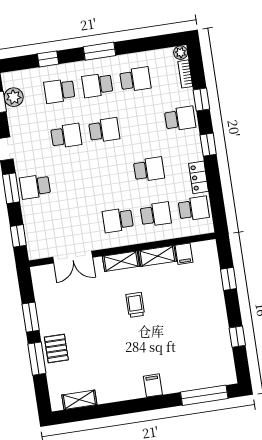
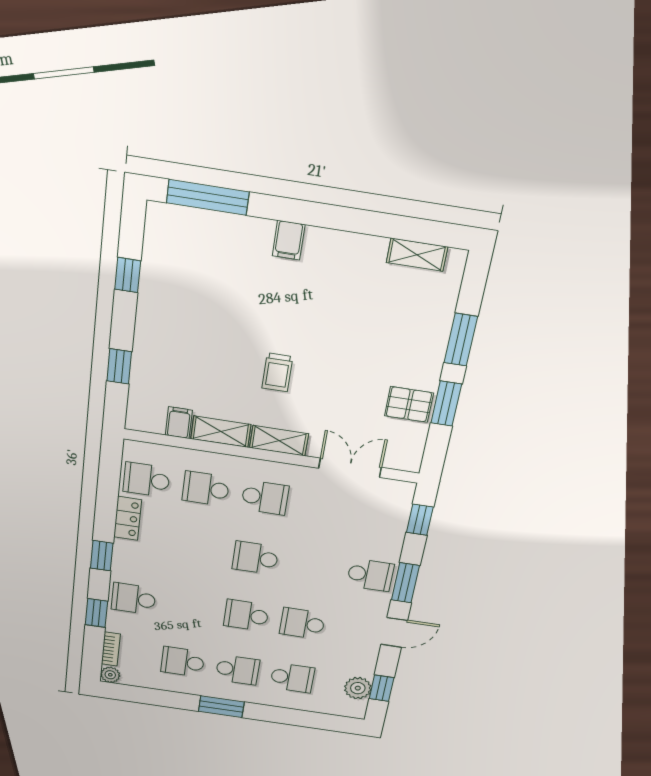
window: (48, 59) -> (294, 717), removed
school desk: (149, 169) -> (255, 558), moved
pallet: (56, 349) -> (409, 404), moved, turned 90

